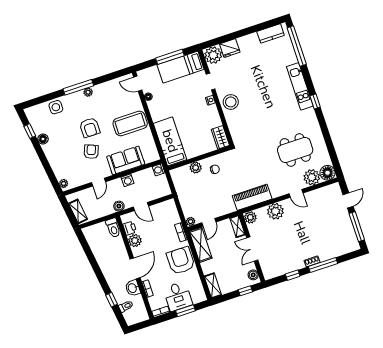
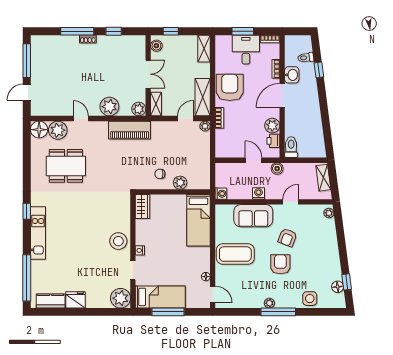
fridge: (230, 48) -> (75, 300), moved
floor lamp: (43, 139) -> (338, 287), moved
armchair: (181, 261) -> (230, 87), turned 180

